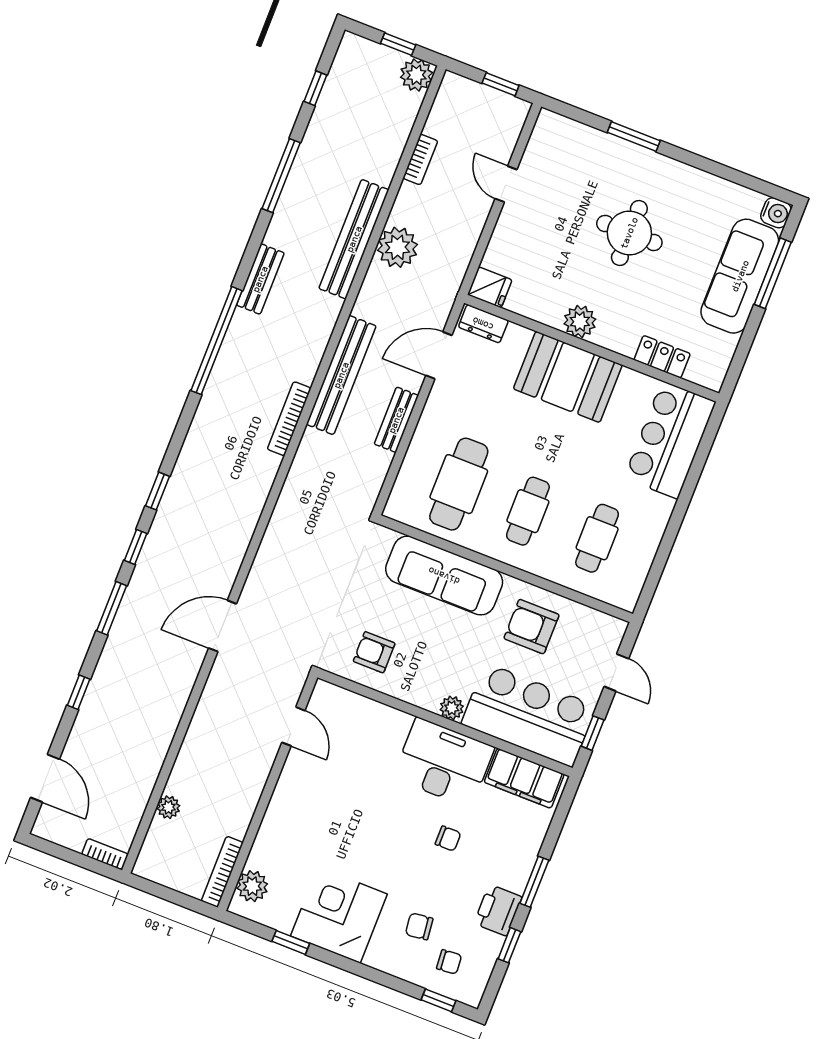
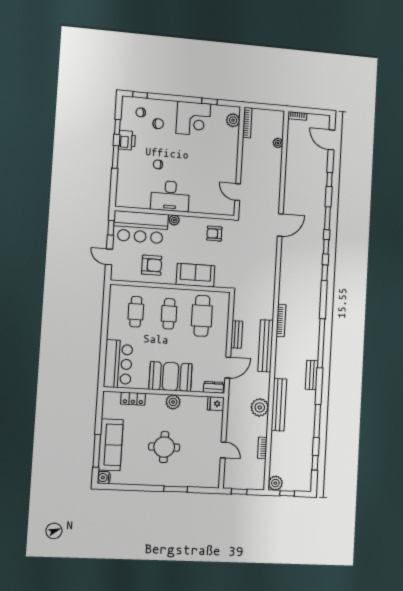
sofa: (444, 576) -> (196, 275), width x0.73
armchair: (374, 652) -> (214, 234), turned 180
filing cabinet: (524, 778) -> (134, 200), removed

